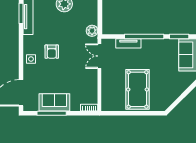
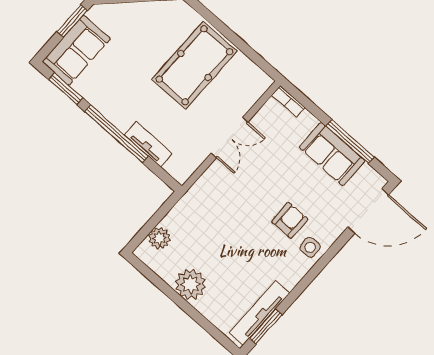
plant: (92, 31) -> (159, 238), moved
armchair: (52, 52) -> (290, 220), moved
double door: (99, 56) -> (230, 138), moved

